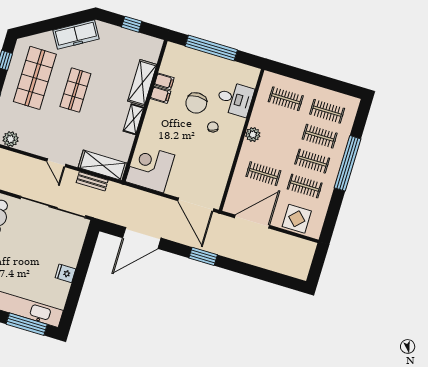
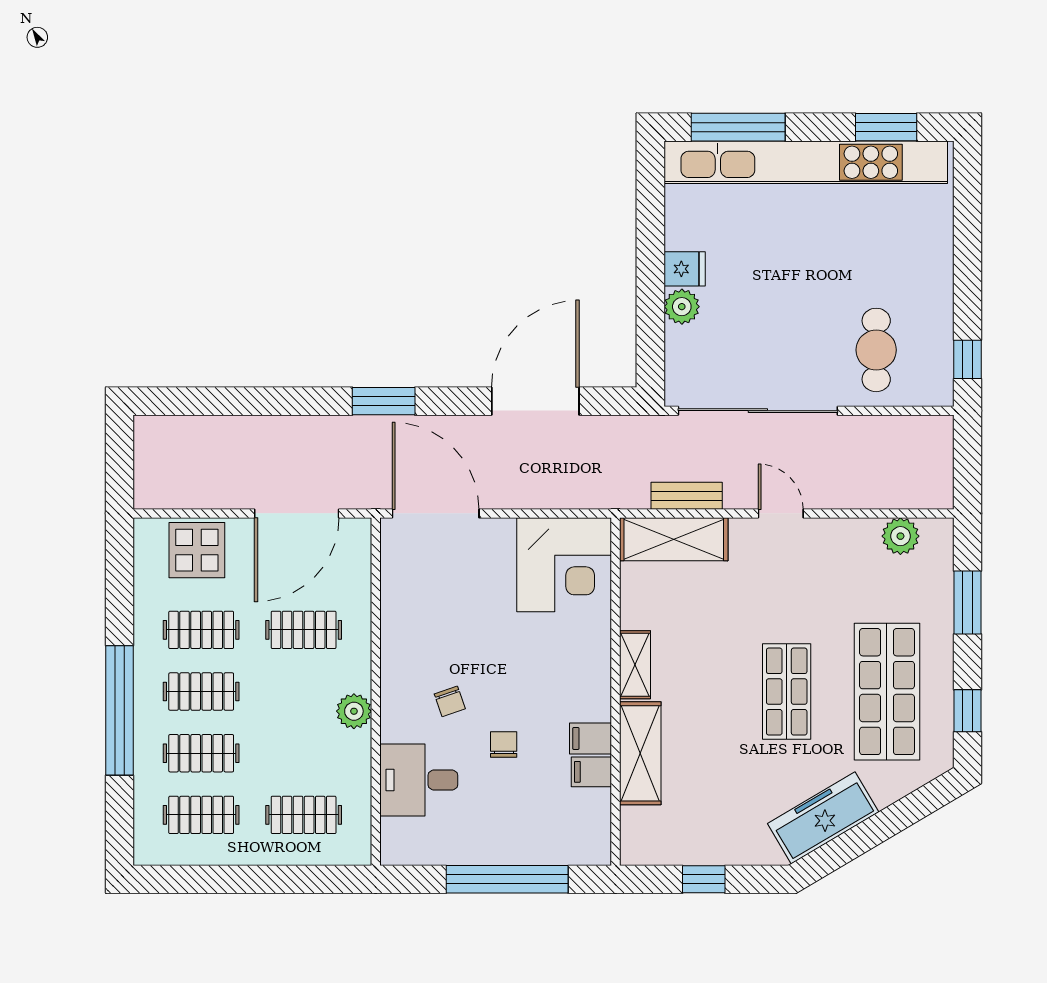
chair: (196, 103) -> (504, 745), width x0.54, depth x0.54
plant: (71, 258) -> (682, 307), added

